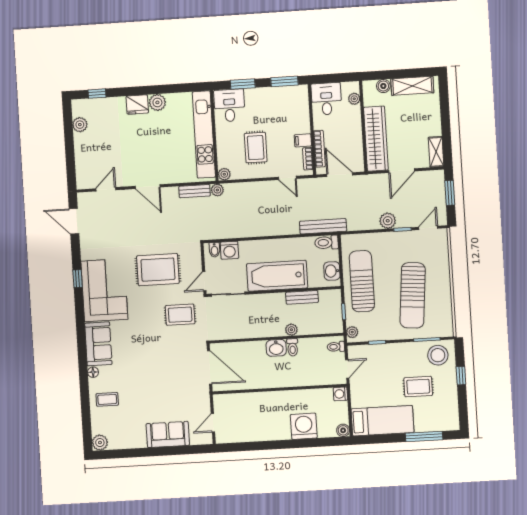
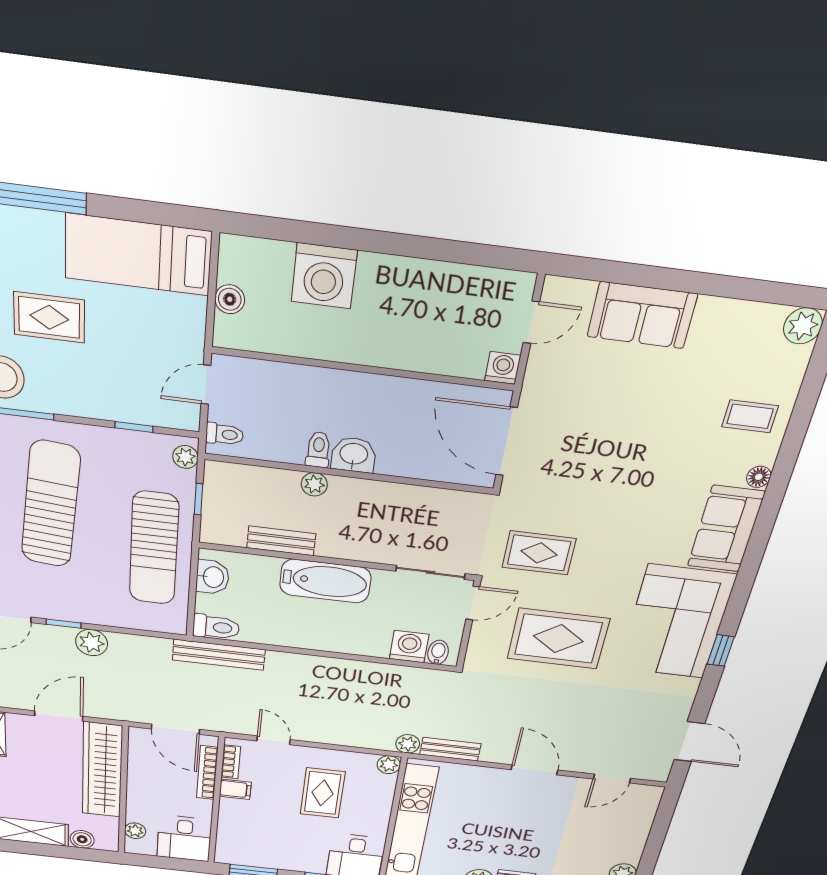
bathtub: (277, 276) -> (325, 581), width x0.73, depth x0.73
washing machine: (340, 394) -> (503, 368), moved, turned -90
boiler: (343, 430) -> (230, 299), moved

